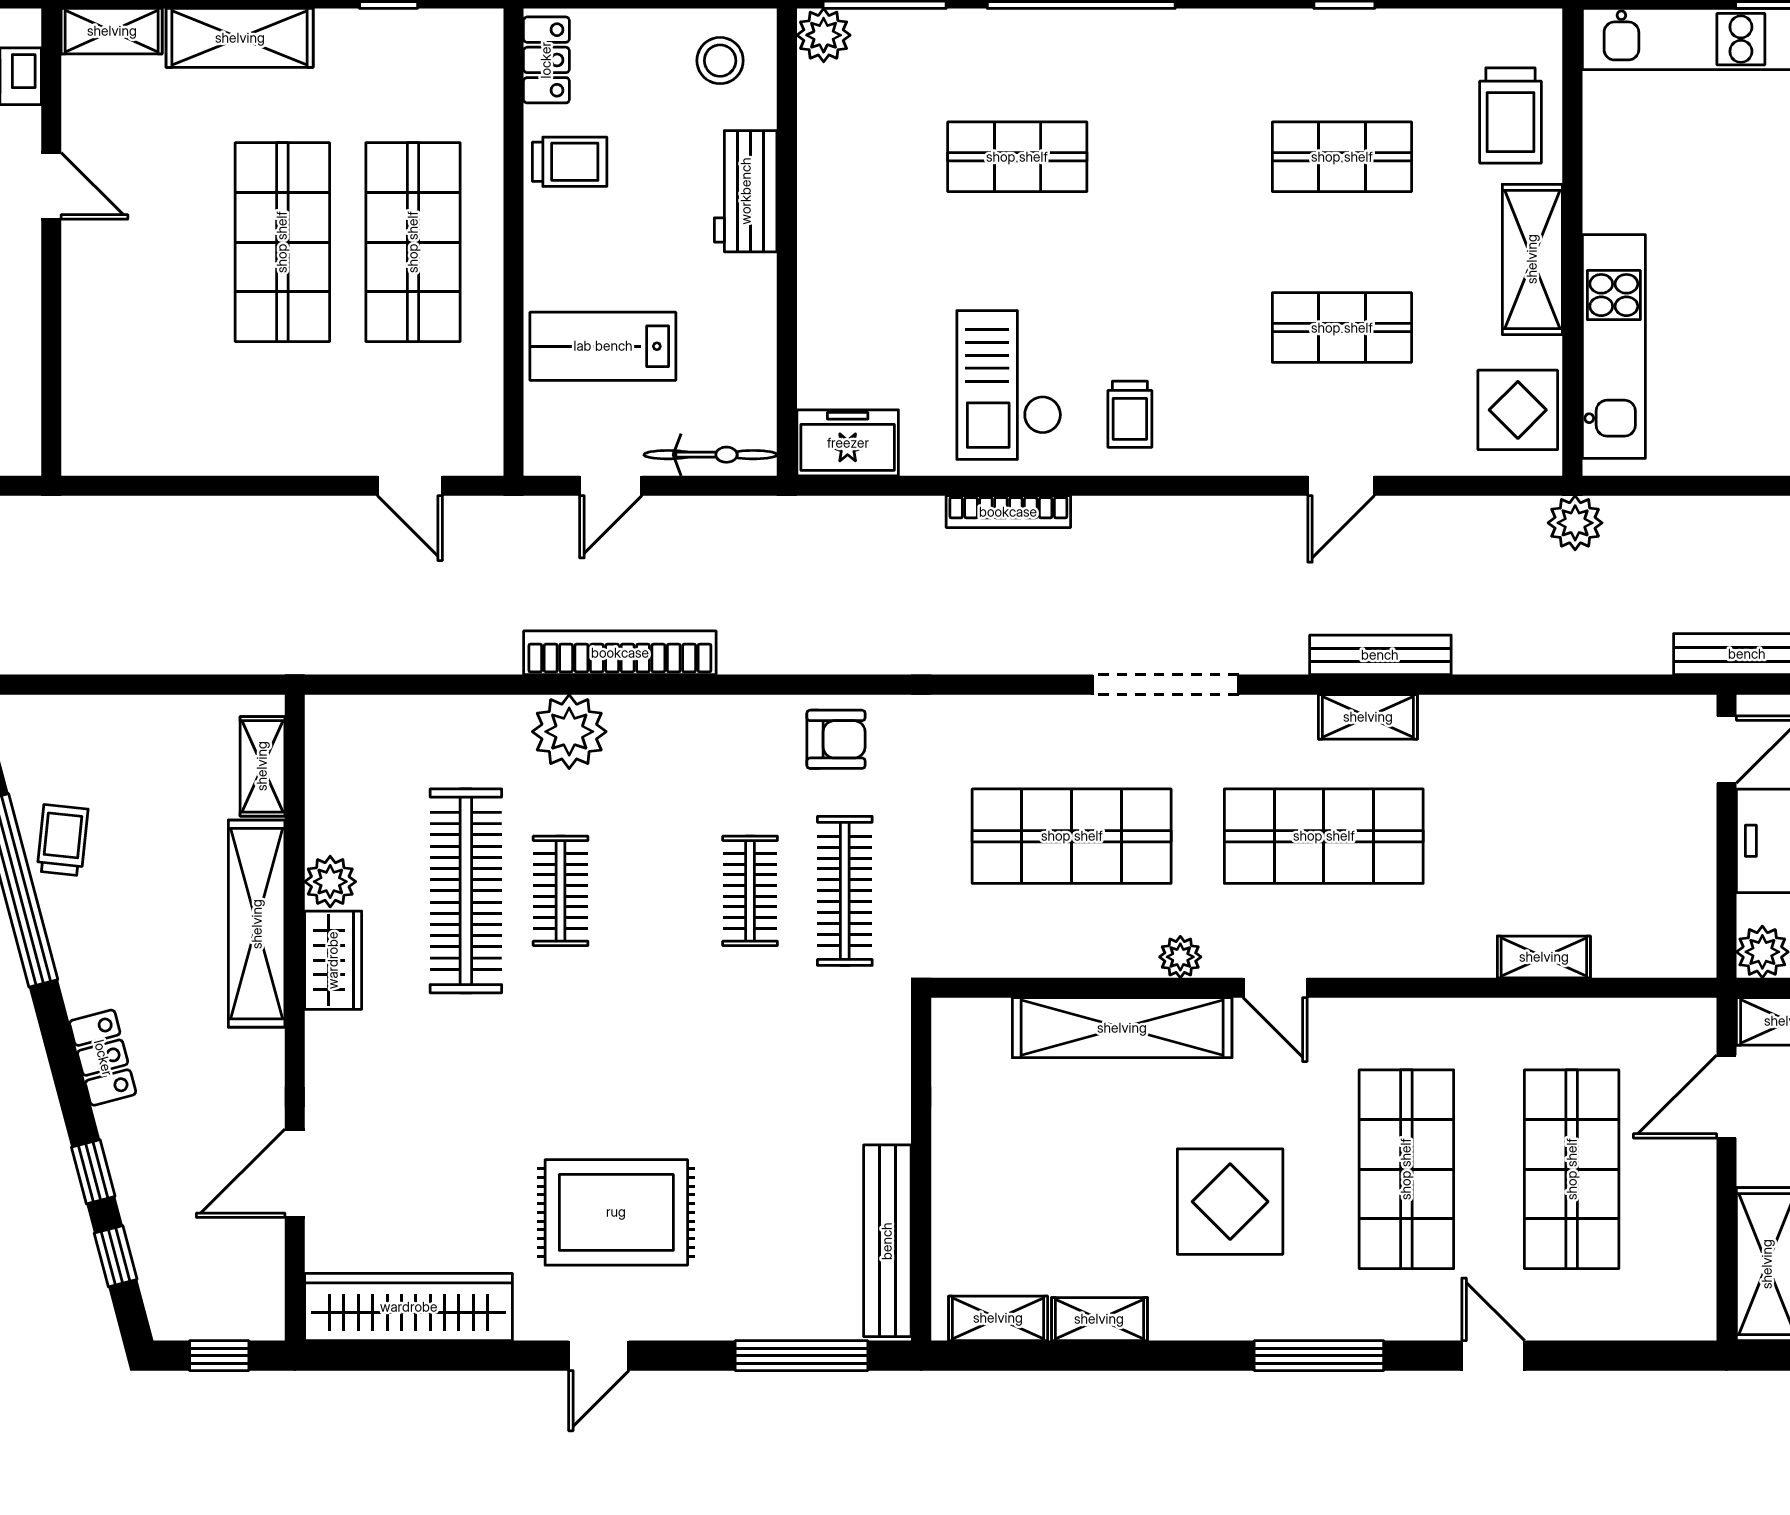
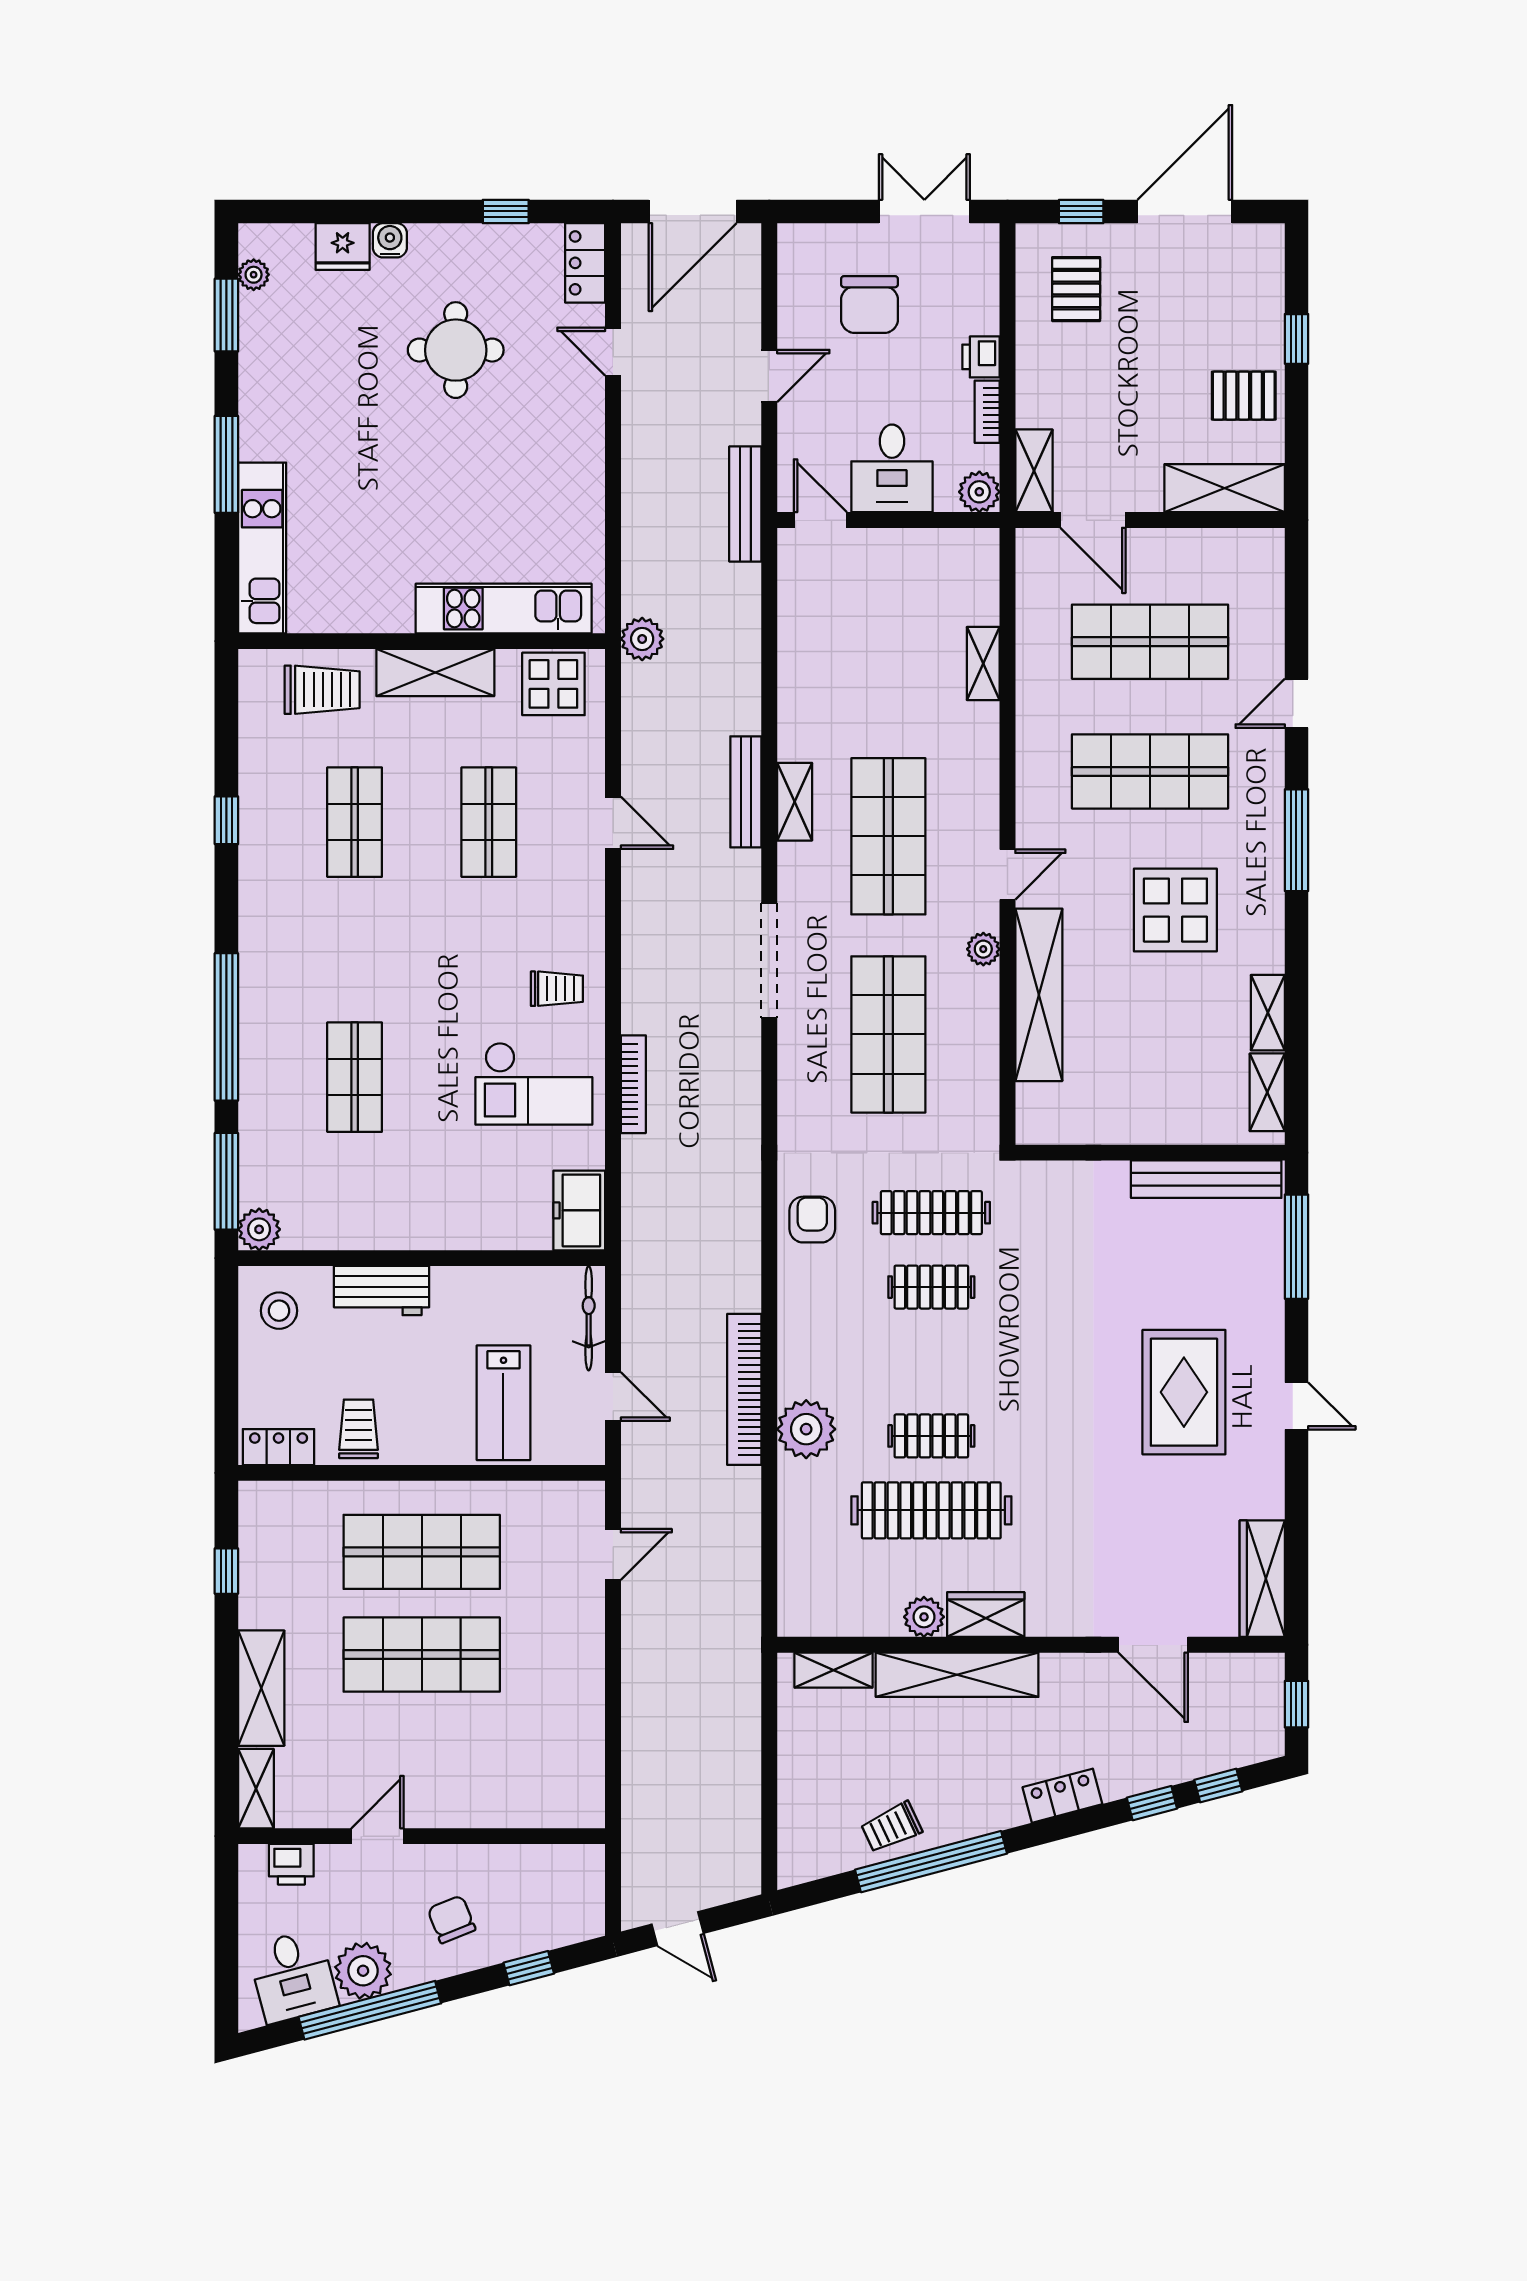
trolley: (63, 840) -> (891, 1827), turned -31
wardrobe: (409, 1307) -> (1262, 1579), width x0.71, depth x0.85

